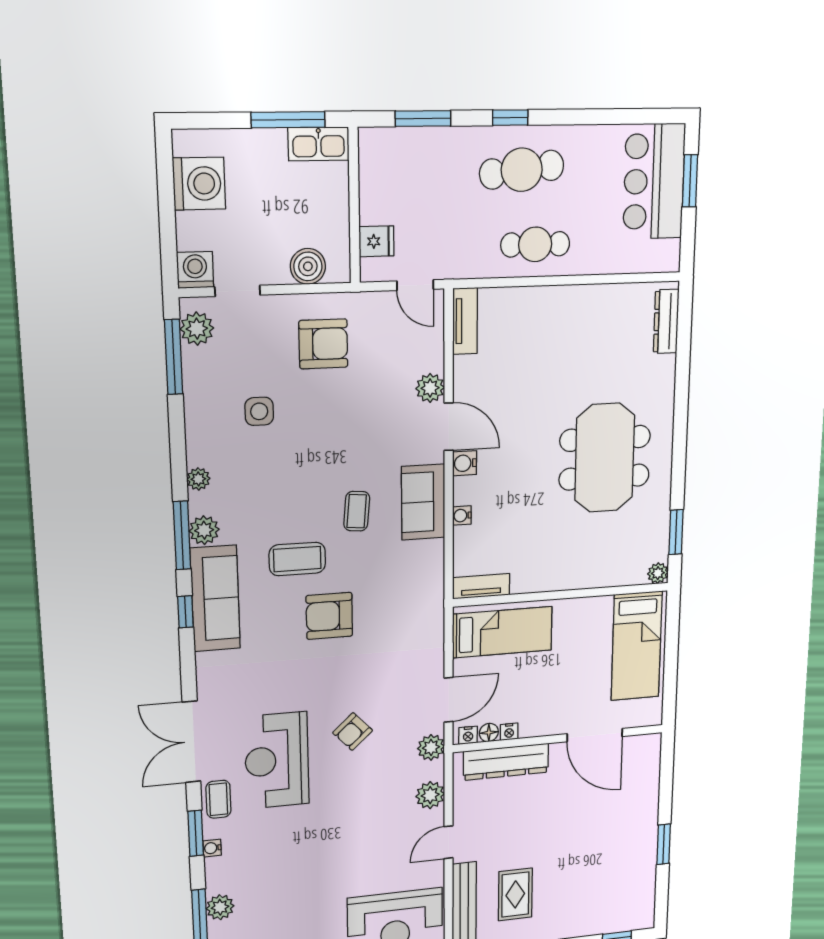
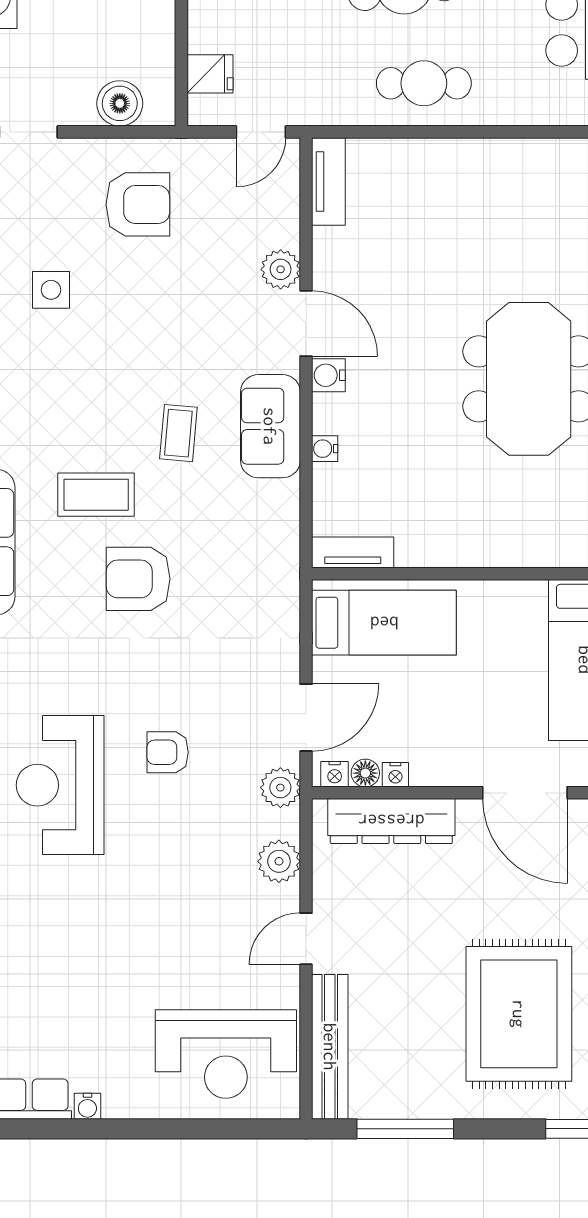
door: (415, 285) -> (261, 132), hinge flipped
armchair: (353, 732) -> (168, 752), turned 43
rug: (515, 894) -> (519, 1014), moved, width x1.86, depth x2.06

